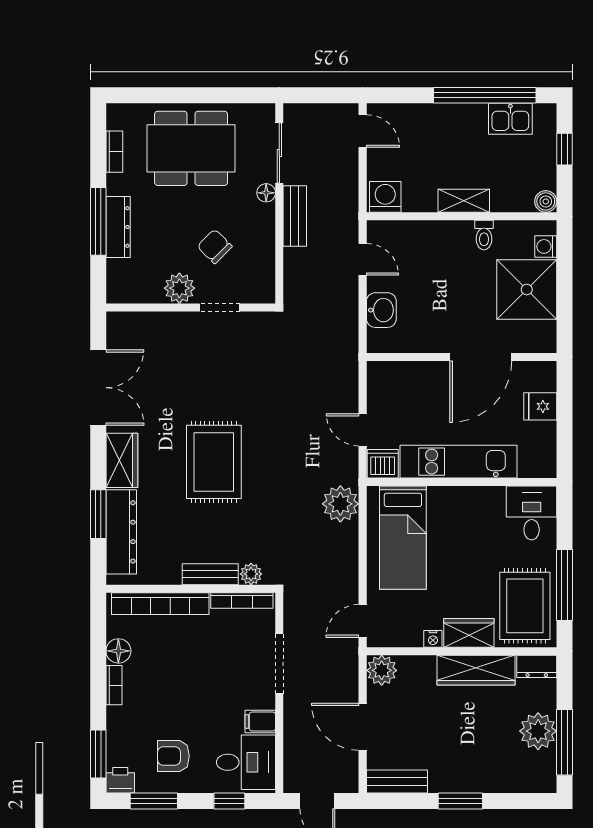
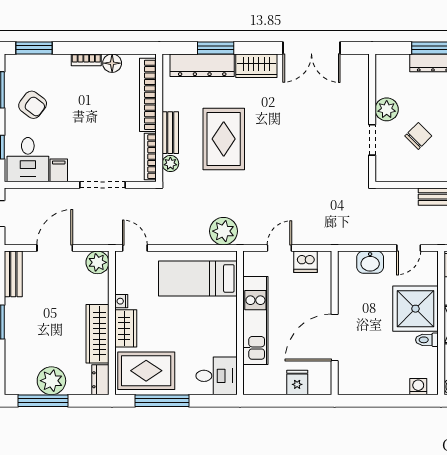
shower: (527, 289) -> (415, 309), moved
door: (481, 357) -> (335, 337), hinge flipped
rug: (214, 462) -> (224, 139), moved, turned 90
dishwasher: (383, 464) -> (306, 262), moved, turned 90
armchair: (173, 756) -> (33, 105), turned 127
printer: (120, 780) -> (14, 65), removed

